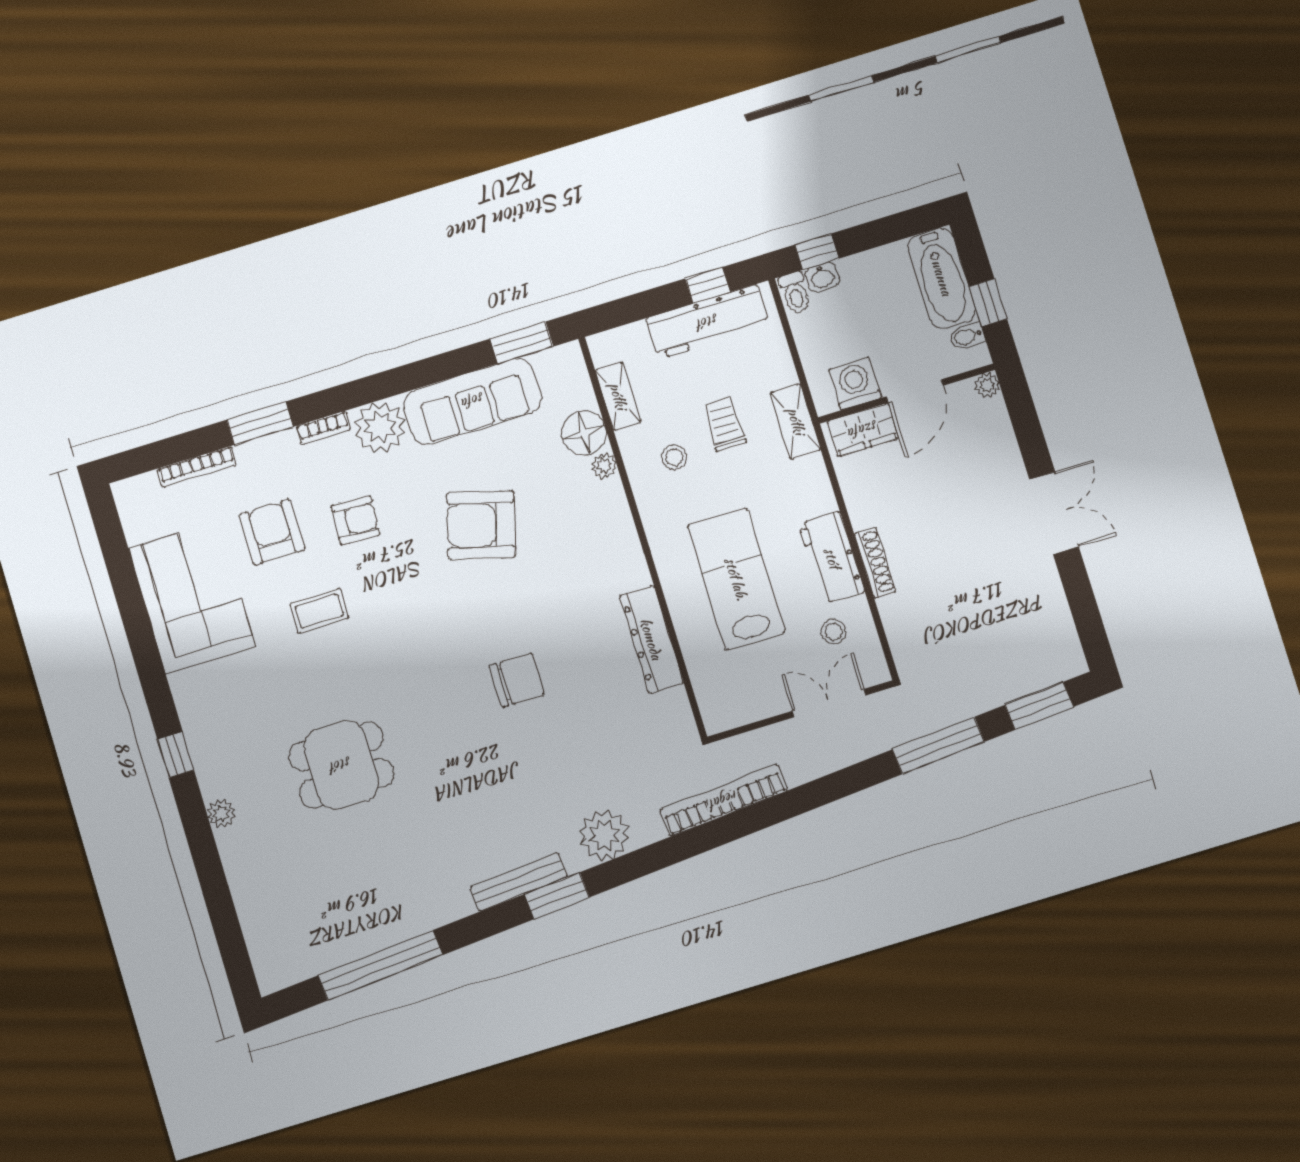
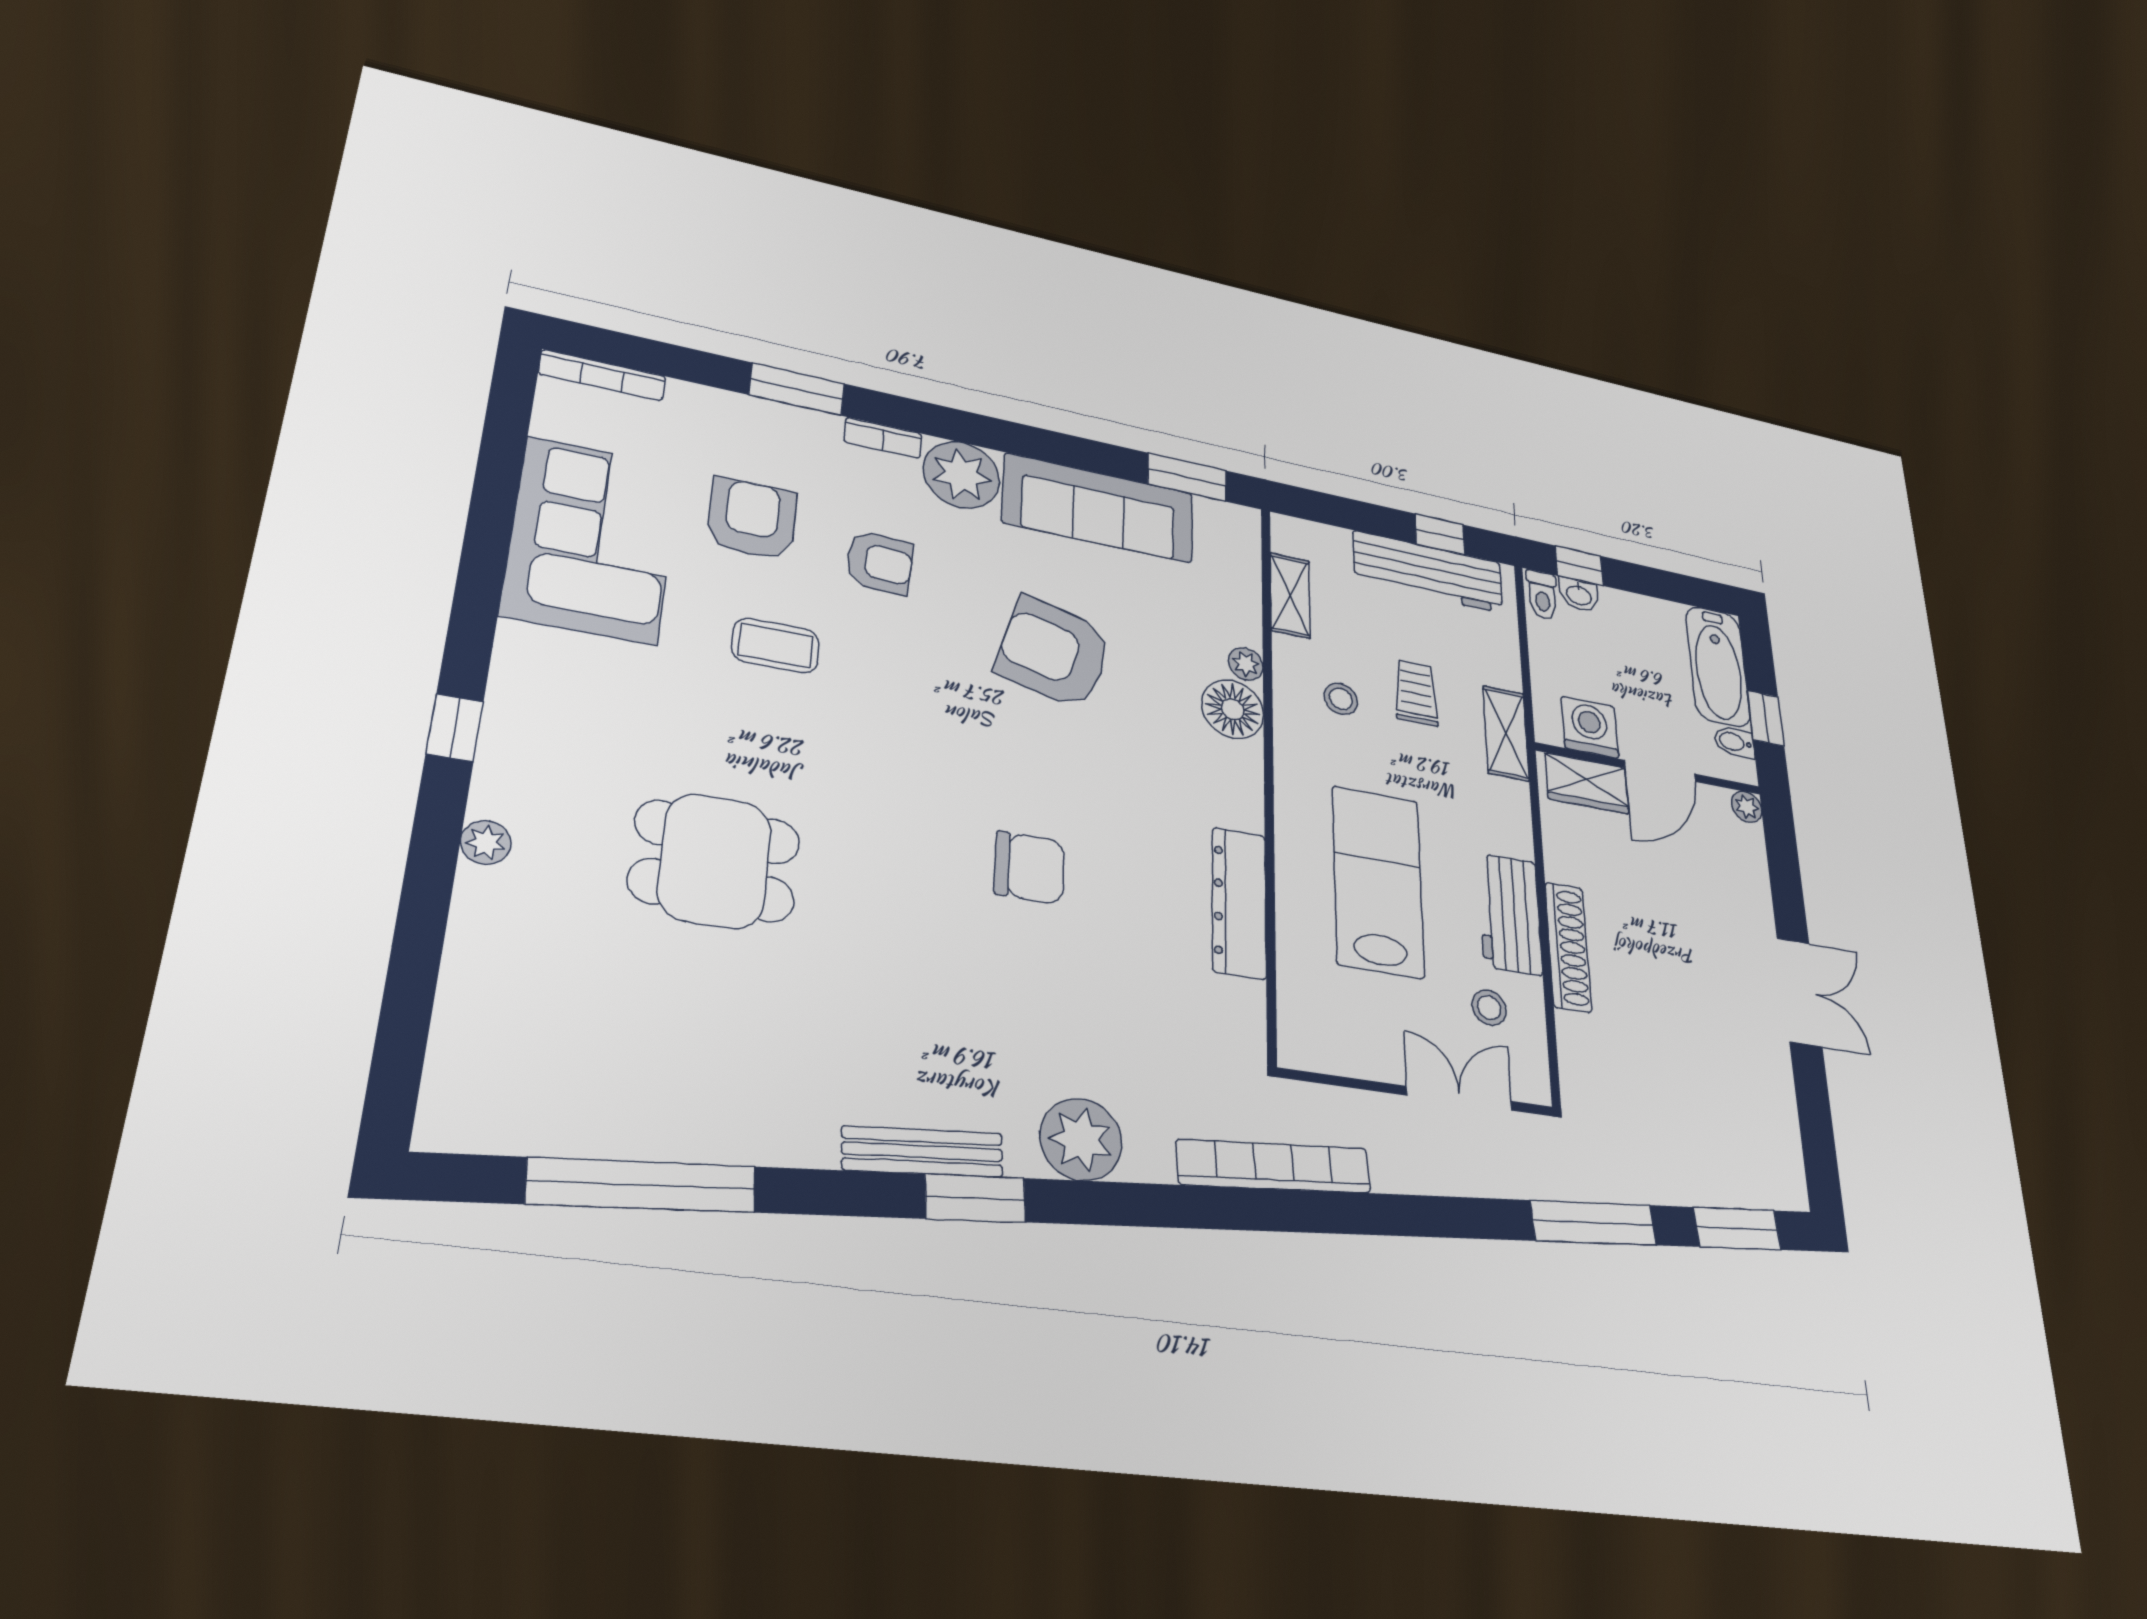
floor lamp: (584, 433) -> (1233, 709), moved
bookcase: (197, 467) -> (602, 375), moved
shoe rack: (875, 563) -> (1568, 947), width x1.36, depth x1.24

